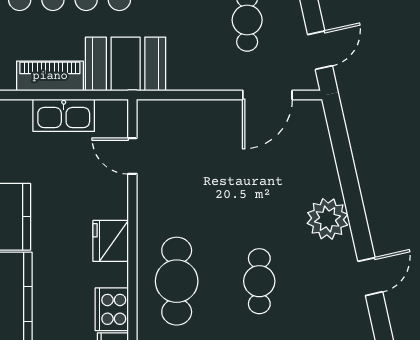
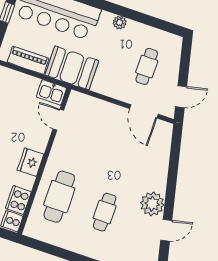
door: (267, 95) -> (144, 111), hinge flipped
kitchen sink: (64, 115) -> (51, 92), moved, width x0.73
plant: (328, 219) -> (152, 204), moved

